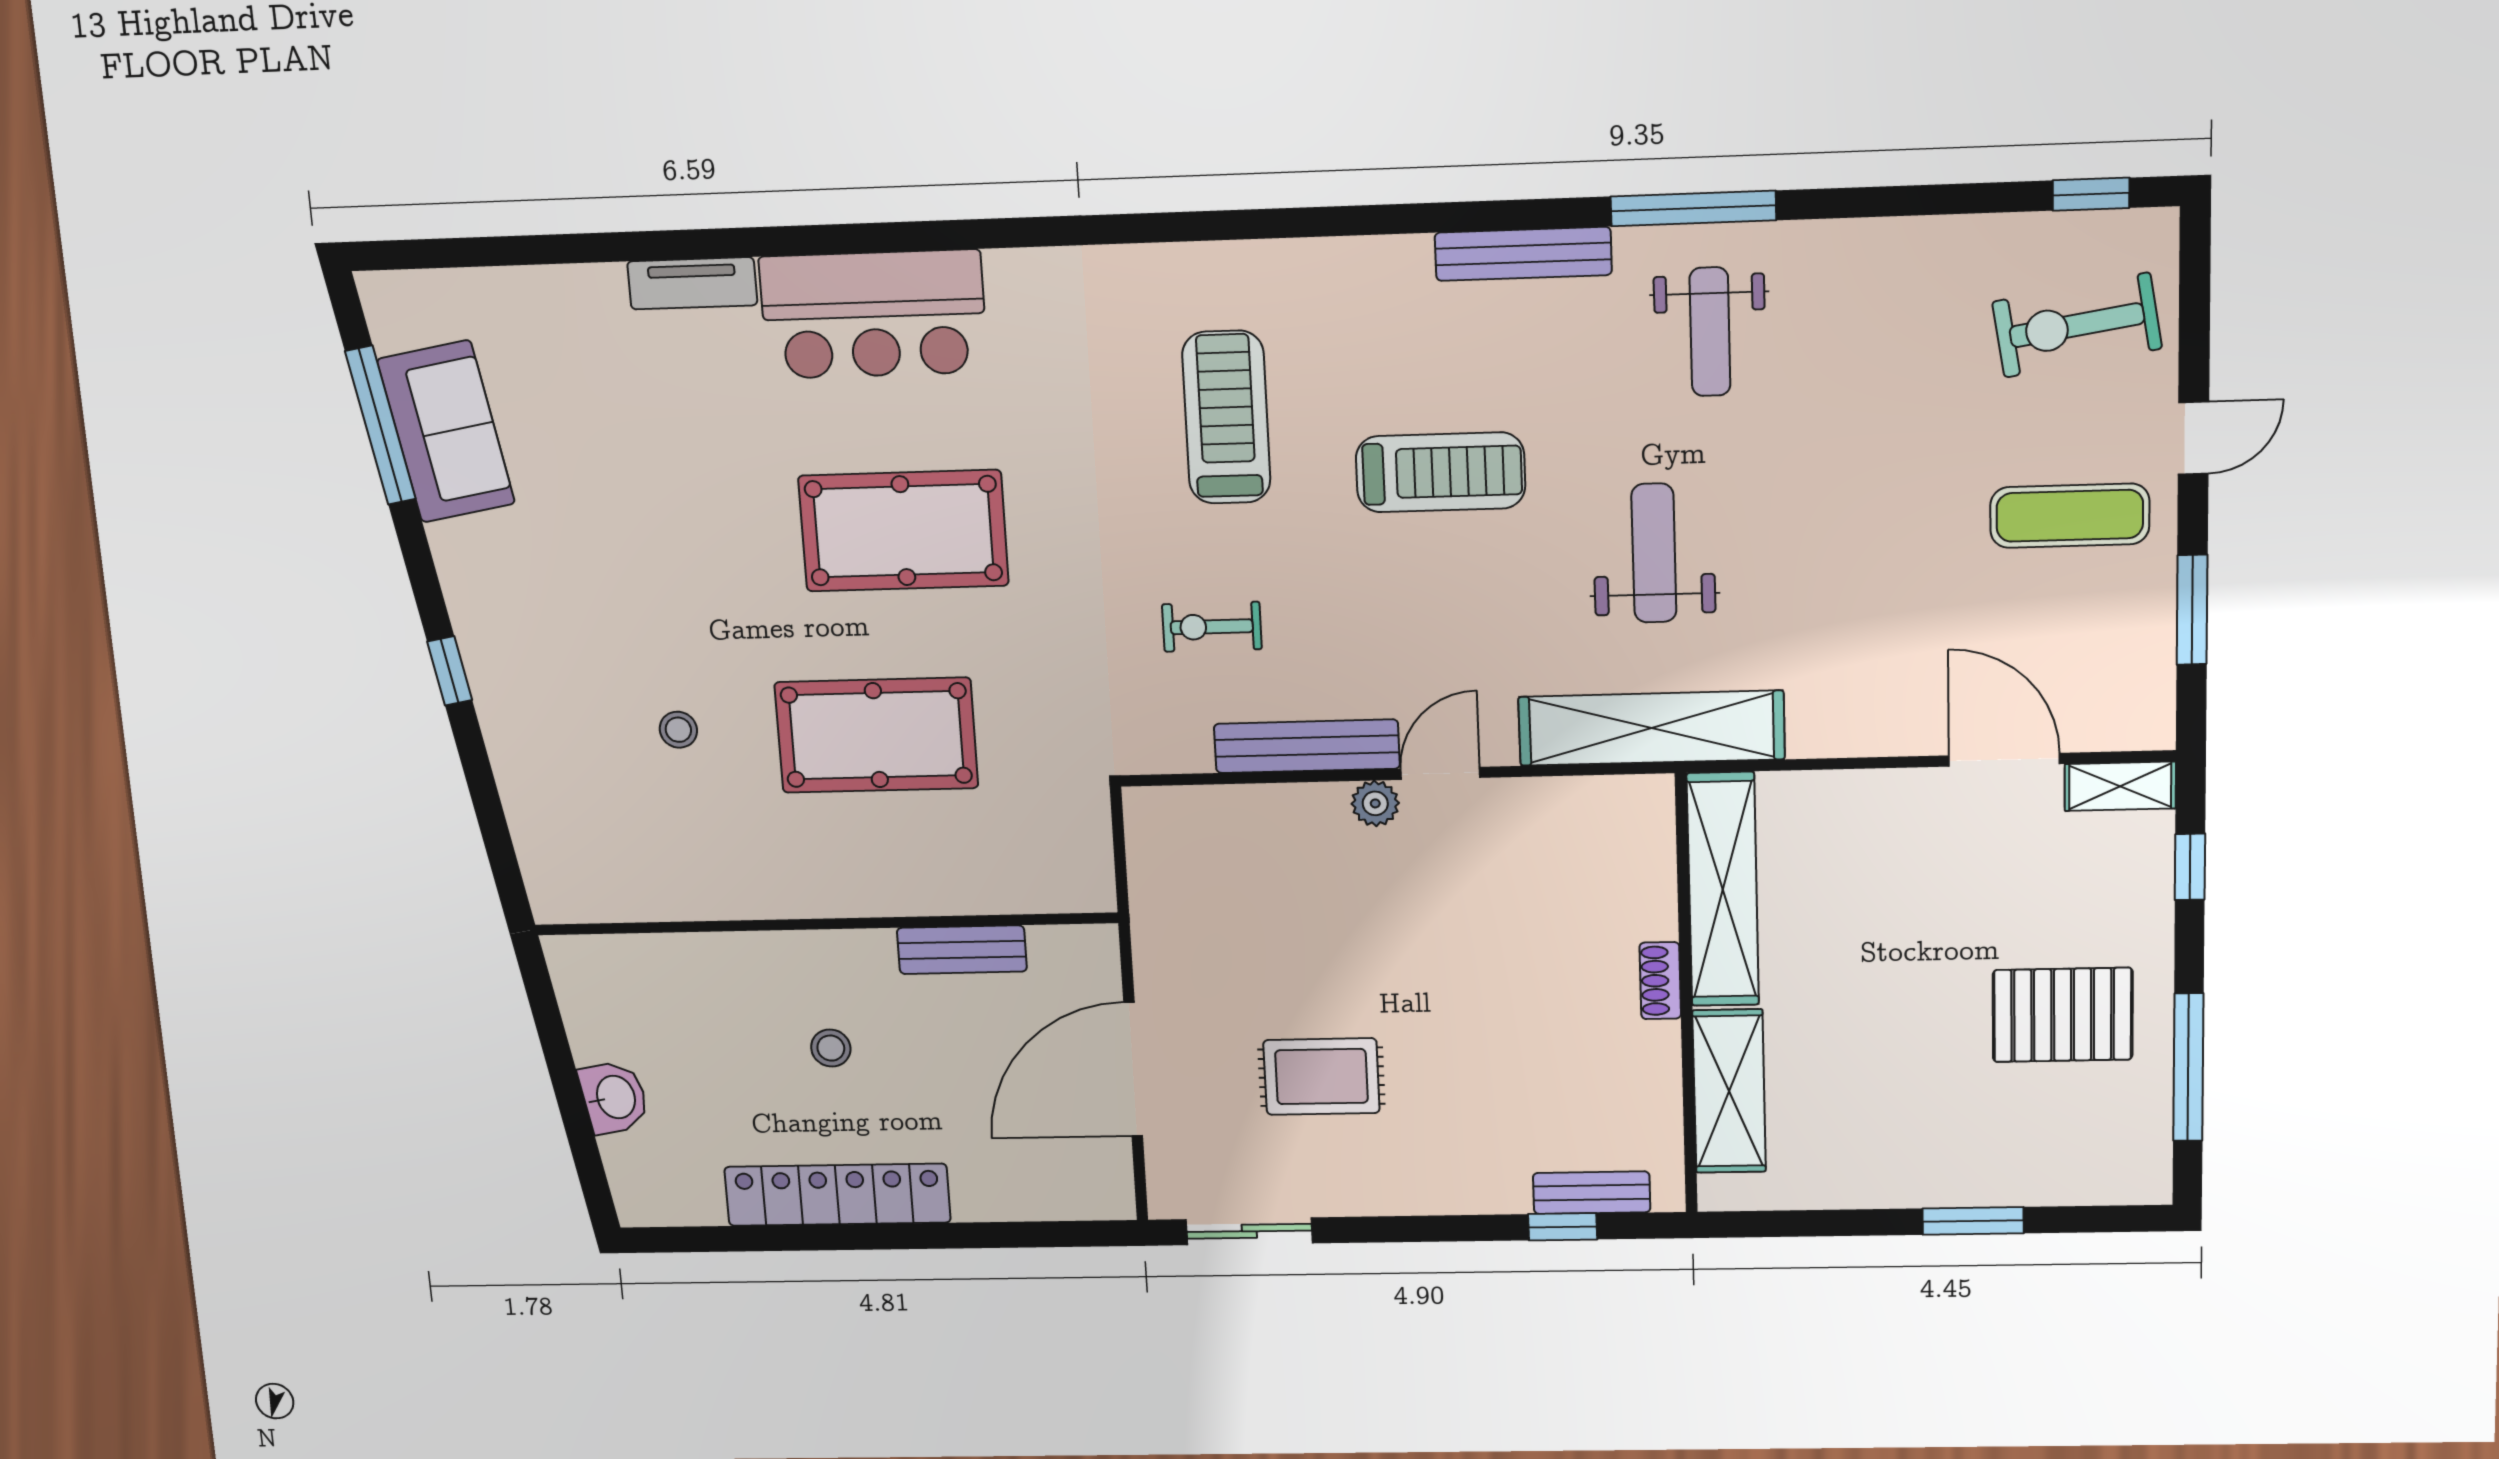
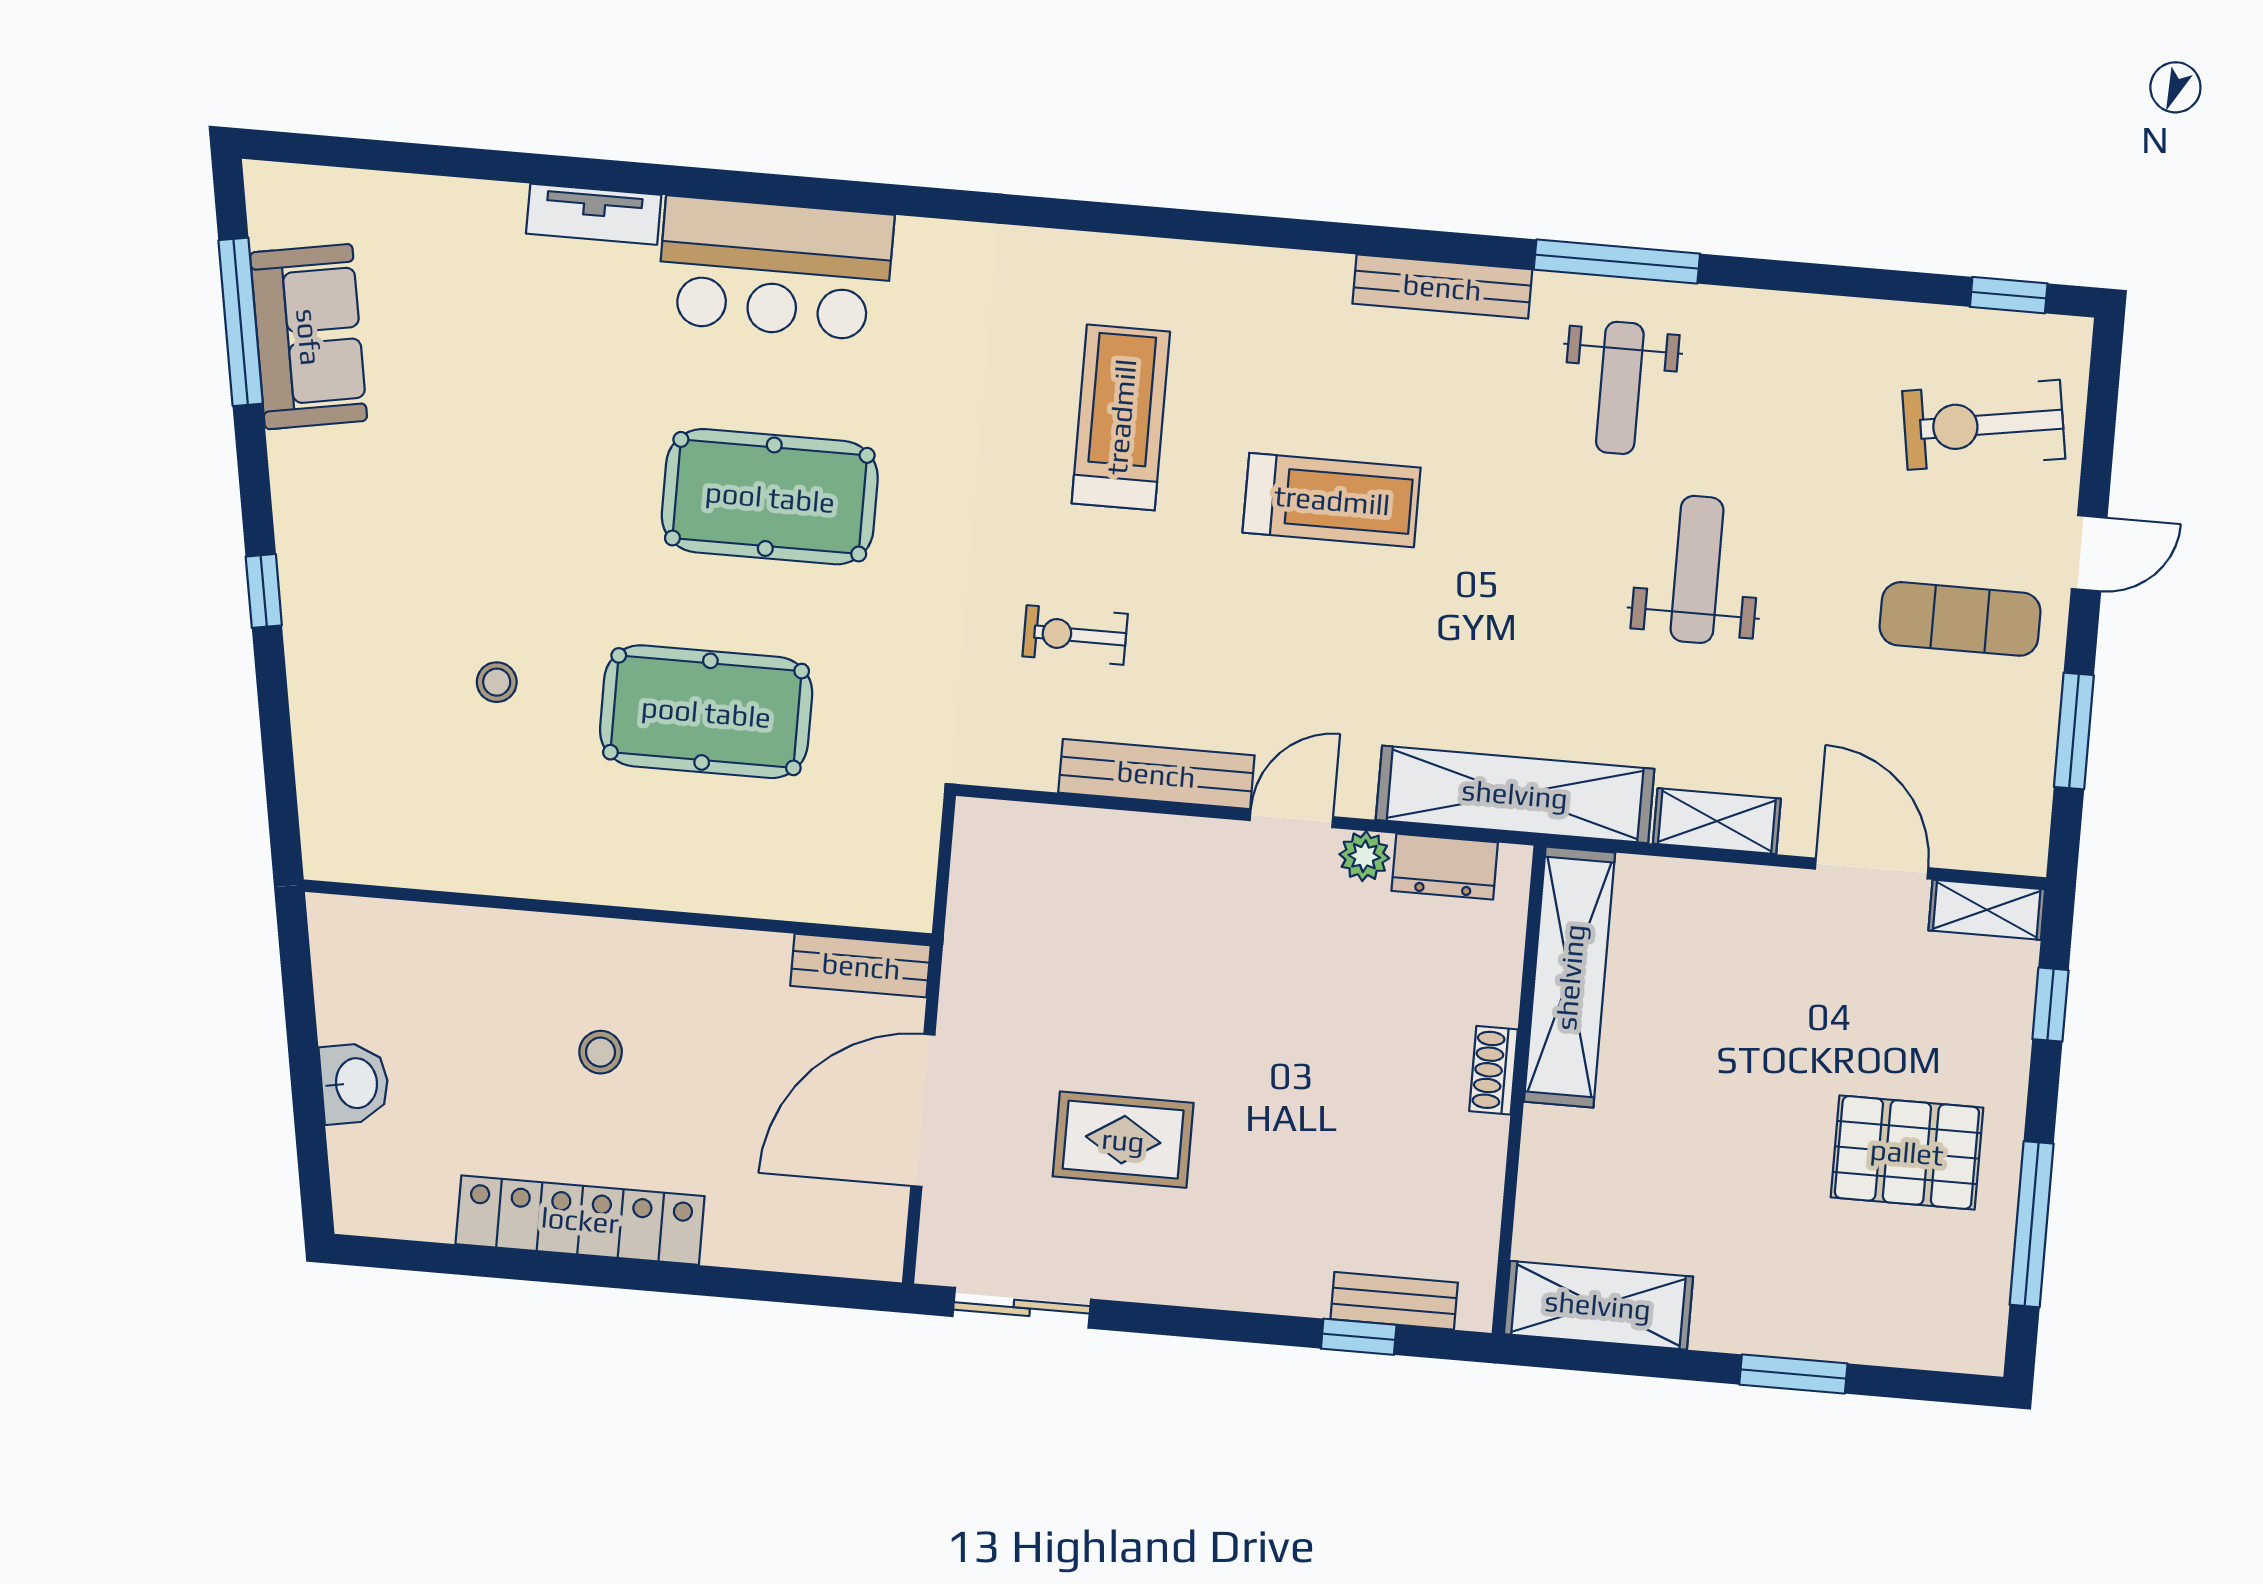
weight bench: (1654, 553) -> (1697, 569), moved
shelving: (1849, 732) -> (1717, 821), added
dresser: (1592, 802) -> (1445, 867), added
plant: (1375, 803) -> (1364, 856), moved
bench: (962, 950) -> (861, 966), moved
shelving: (1729, 1091) -> (1598, 1305), moved, turned 90

